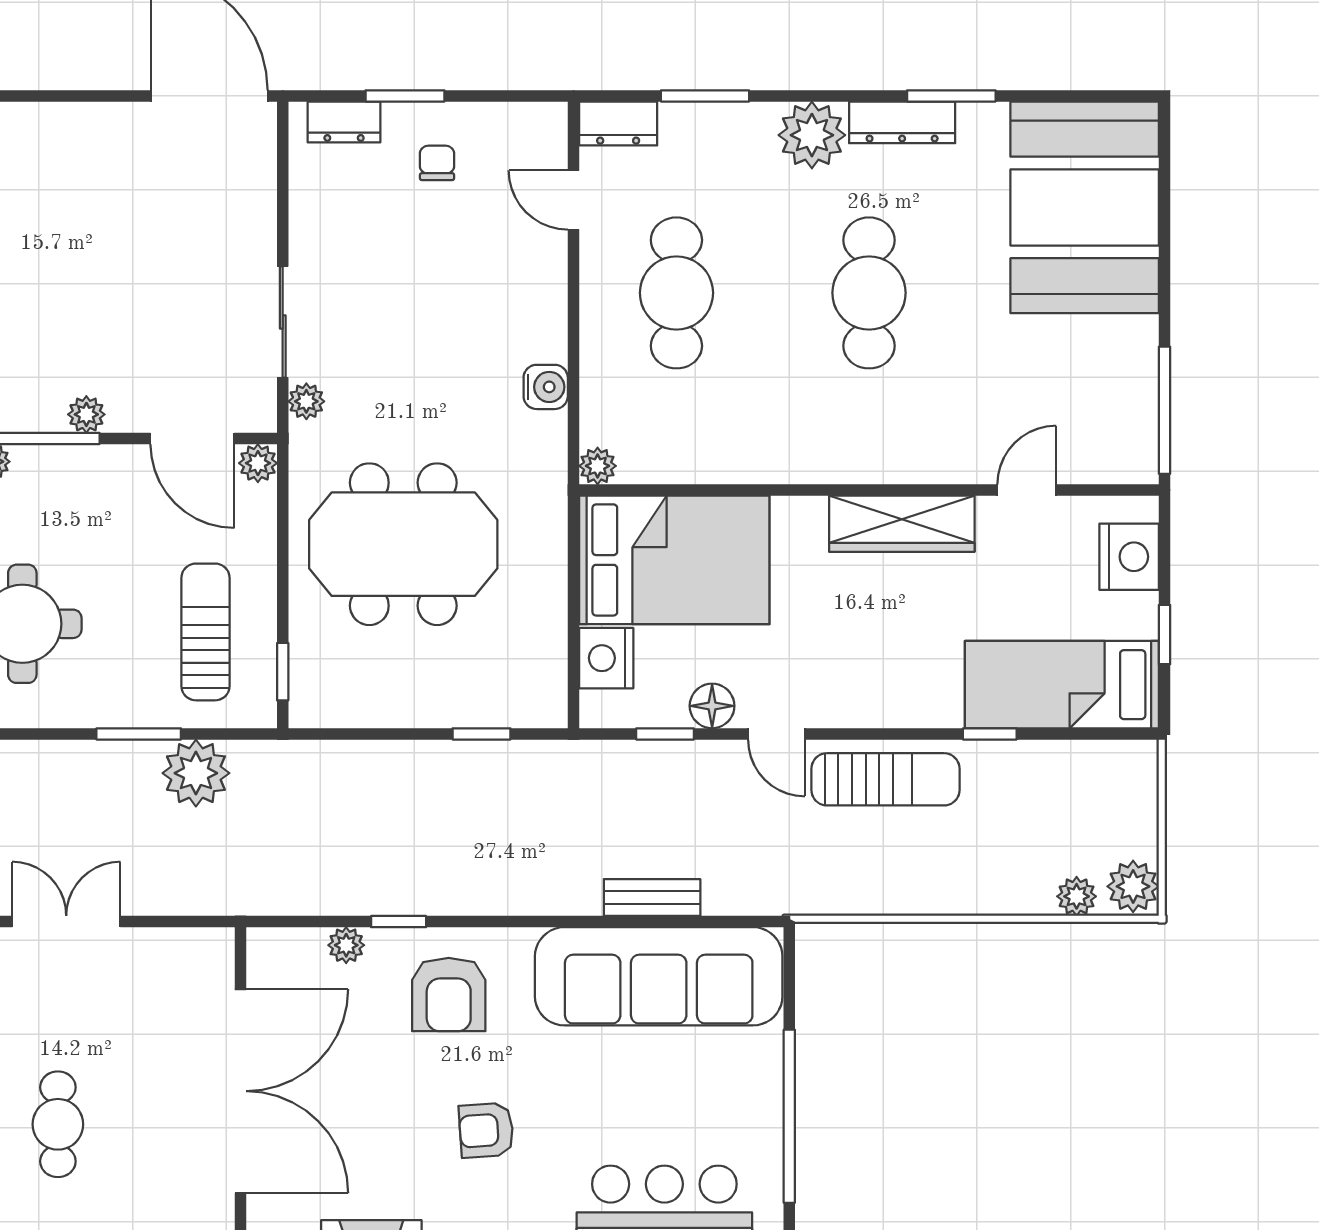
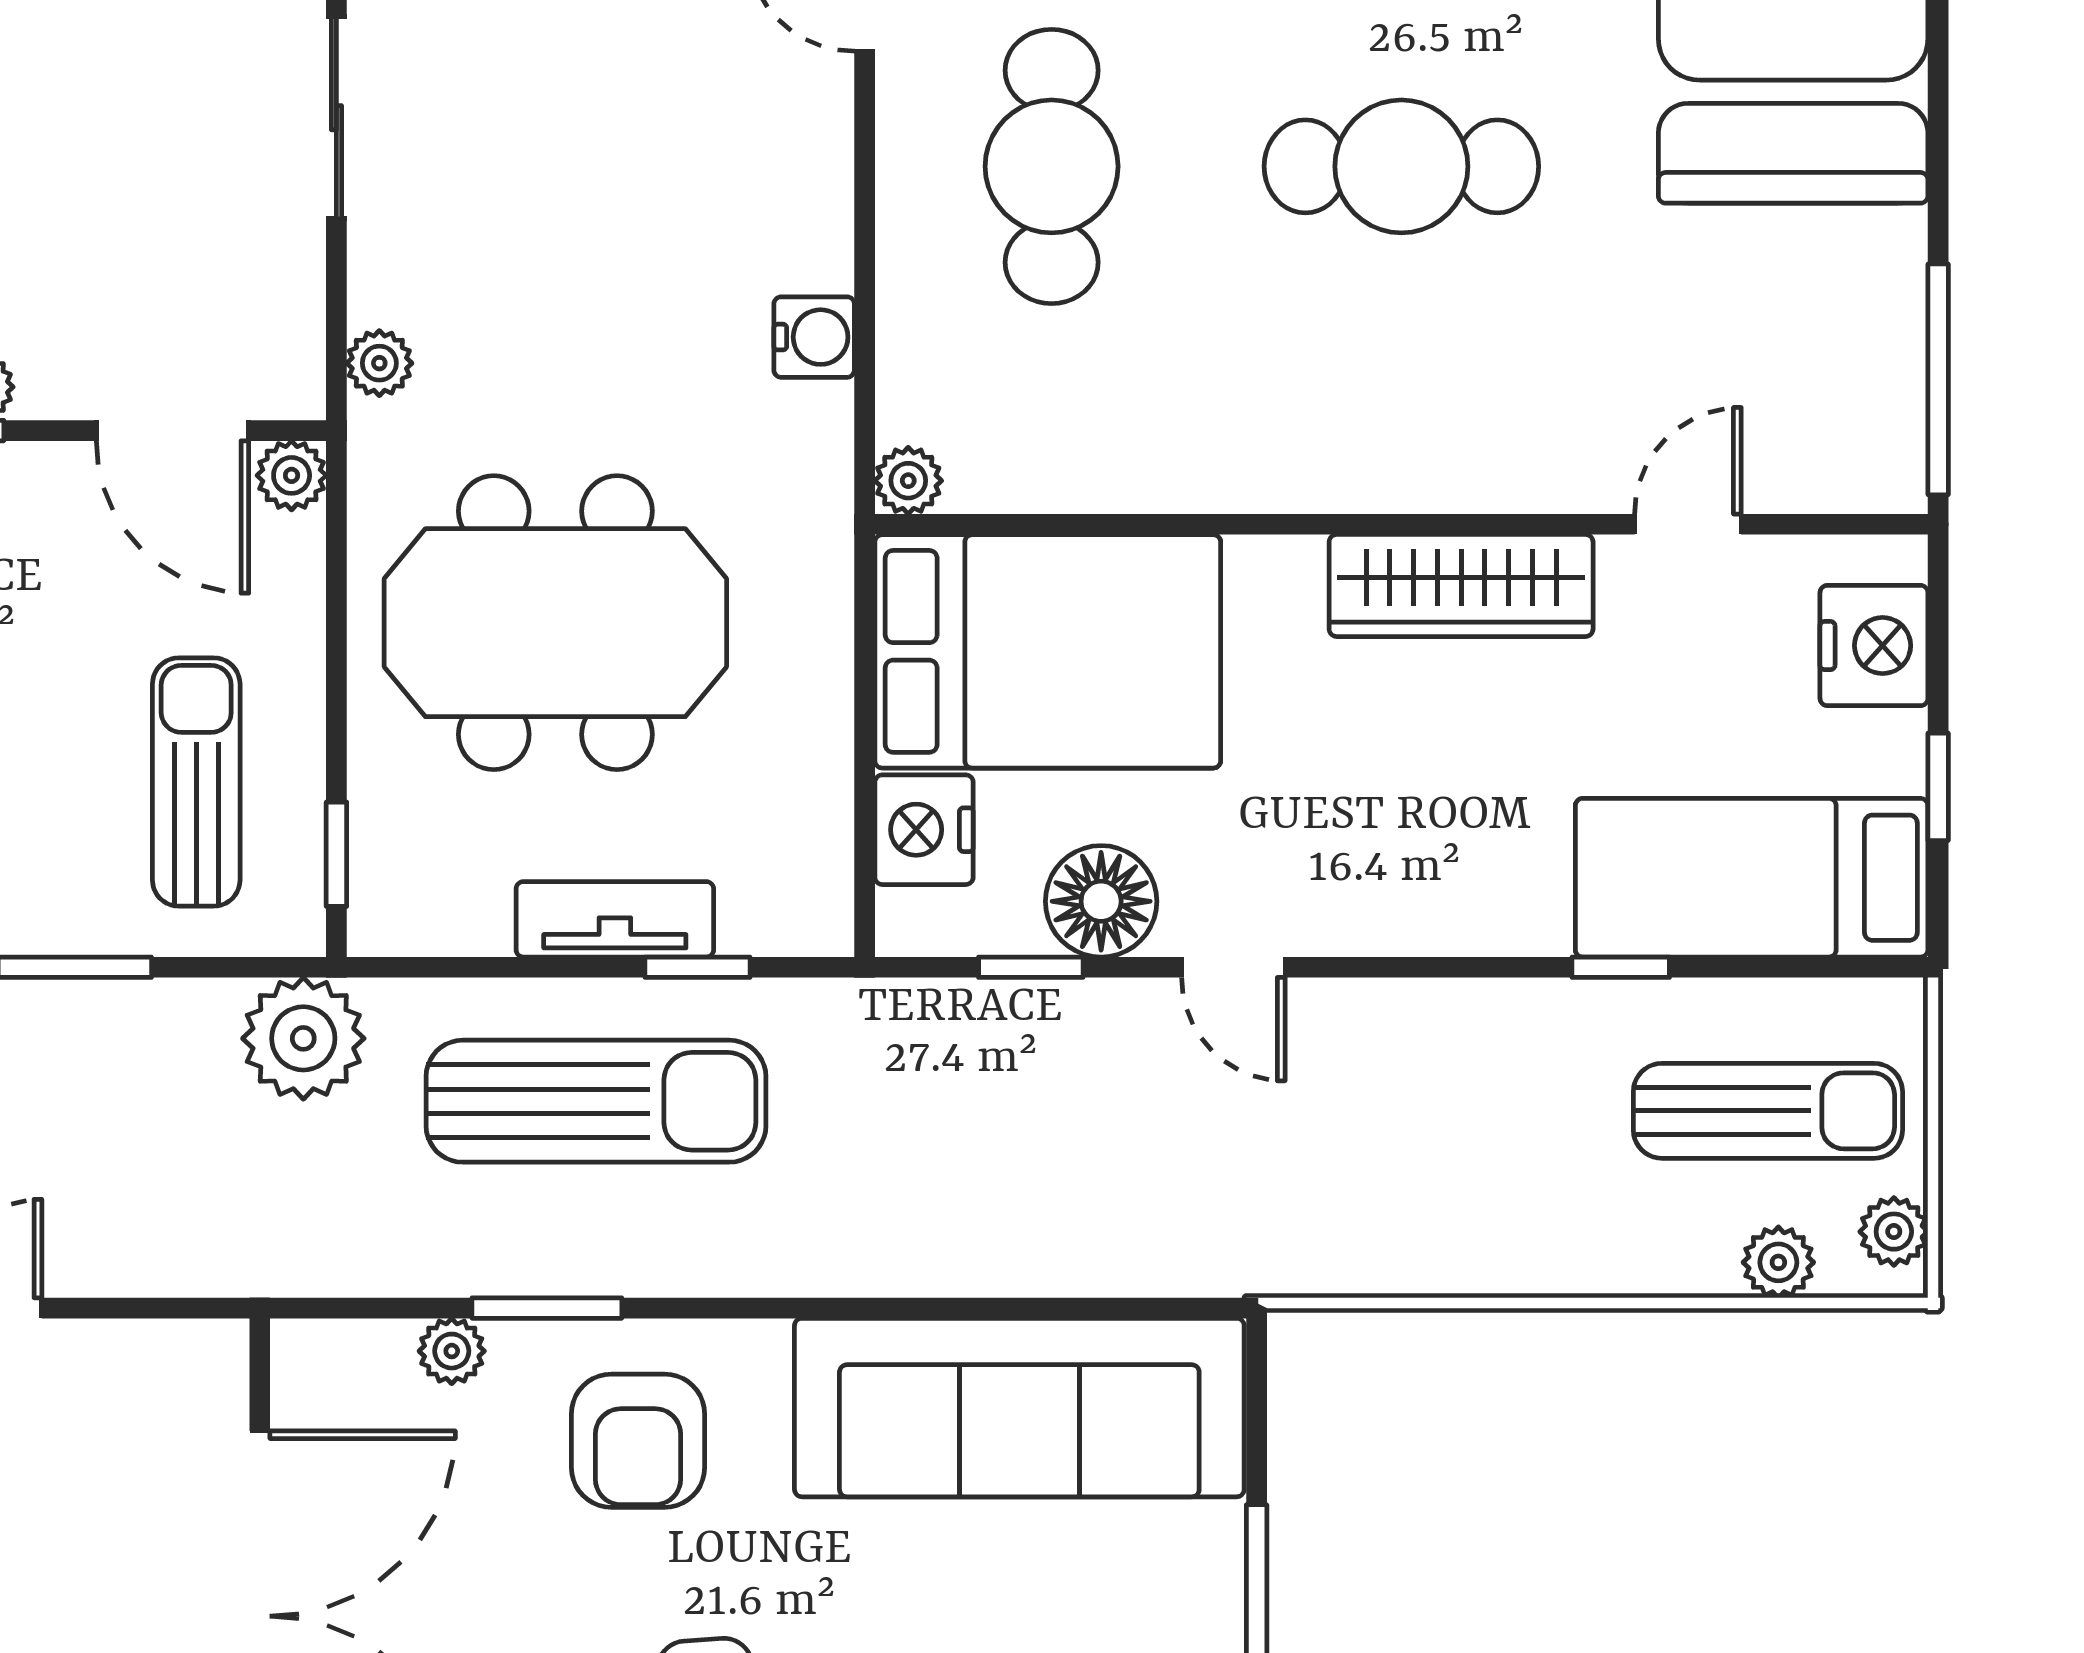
cafe table: (869, 293) -> (1401, 166), turned 90
sliding door: (283, 322) -> (336, 118), moved
floor lamp: (712, 706) -> (1101, 901), width x1.38, depth x1.38
tv unit: (436, 707) -> (615, 919), added
plant: (196, 773) -> (303, 1038), moved
sun lounger: (885, 779) -> (1768, 1111), moved
sun lounger: (426, 808) -> (596, 1101), added
plant: (1133, 886) -> (1894, 1232), width x0.73, depth x0.73
bench: (652, 897) -> (1007, 1264), removed
window: (399, 922) -> (547, 1308), width x1.50

